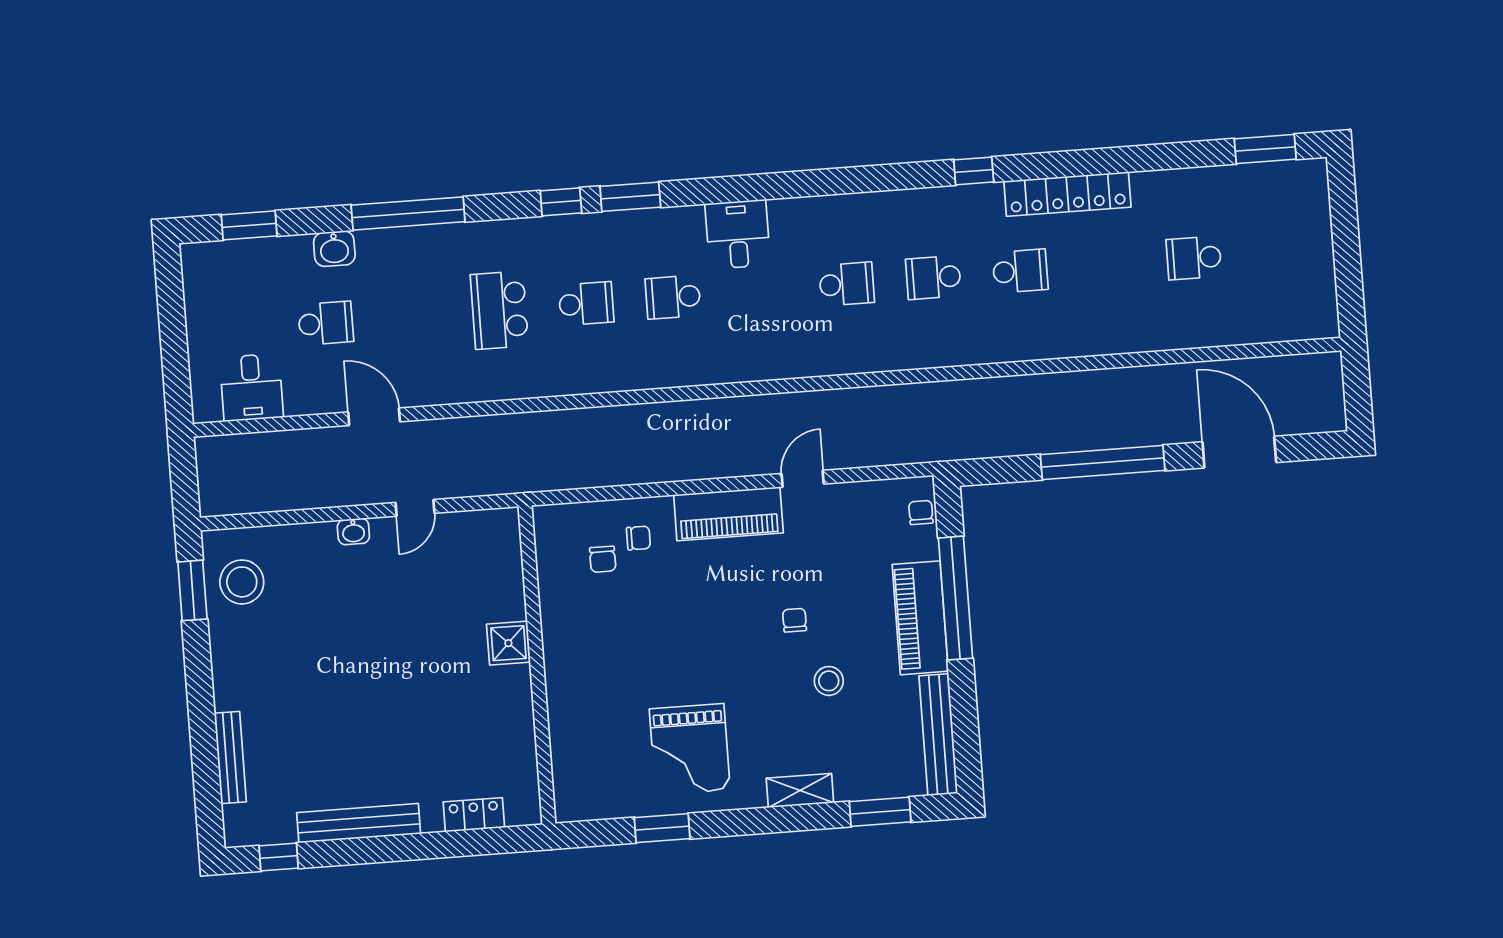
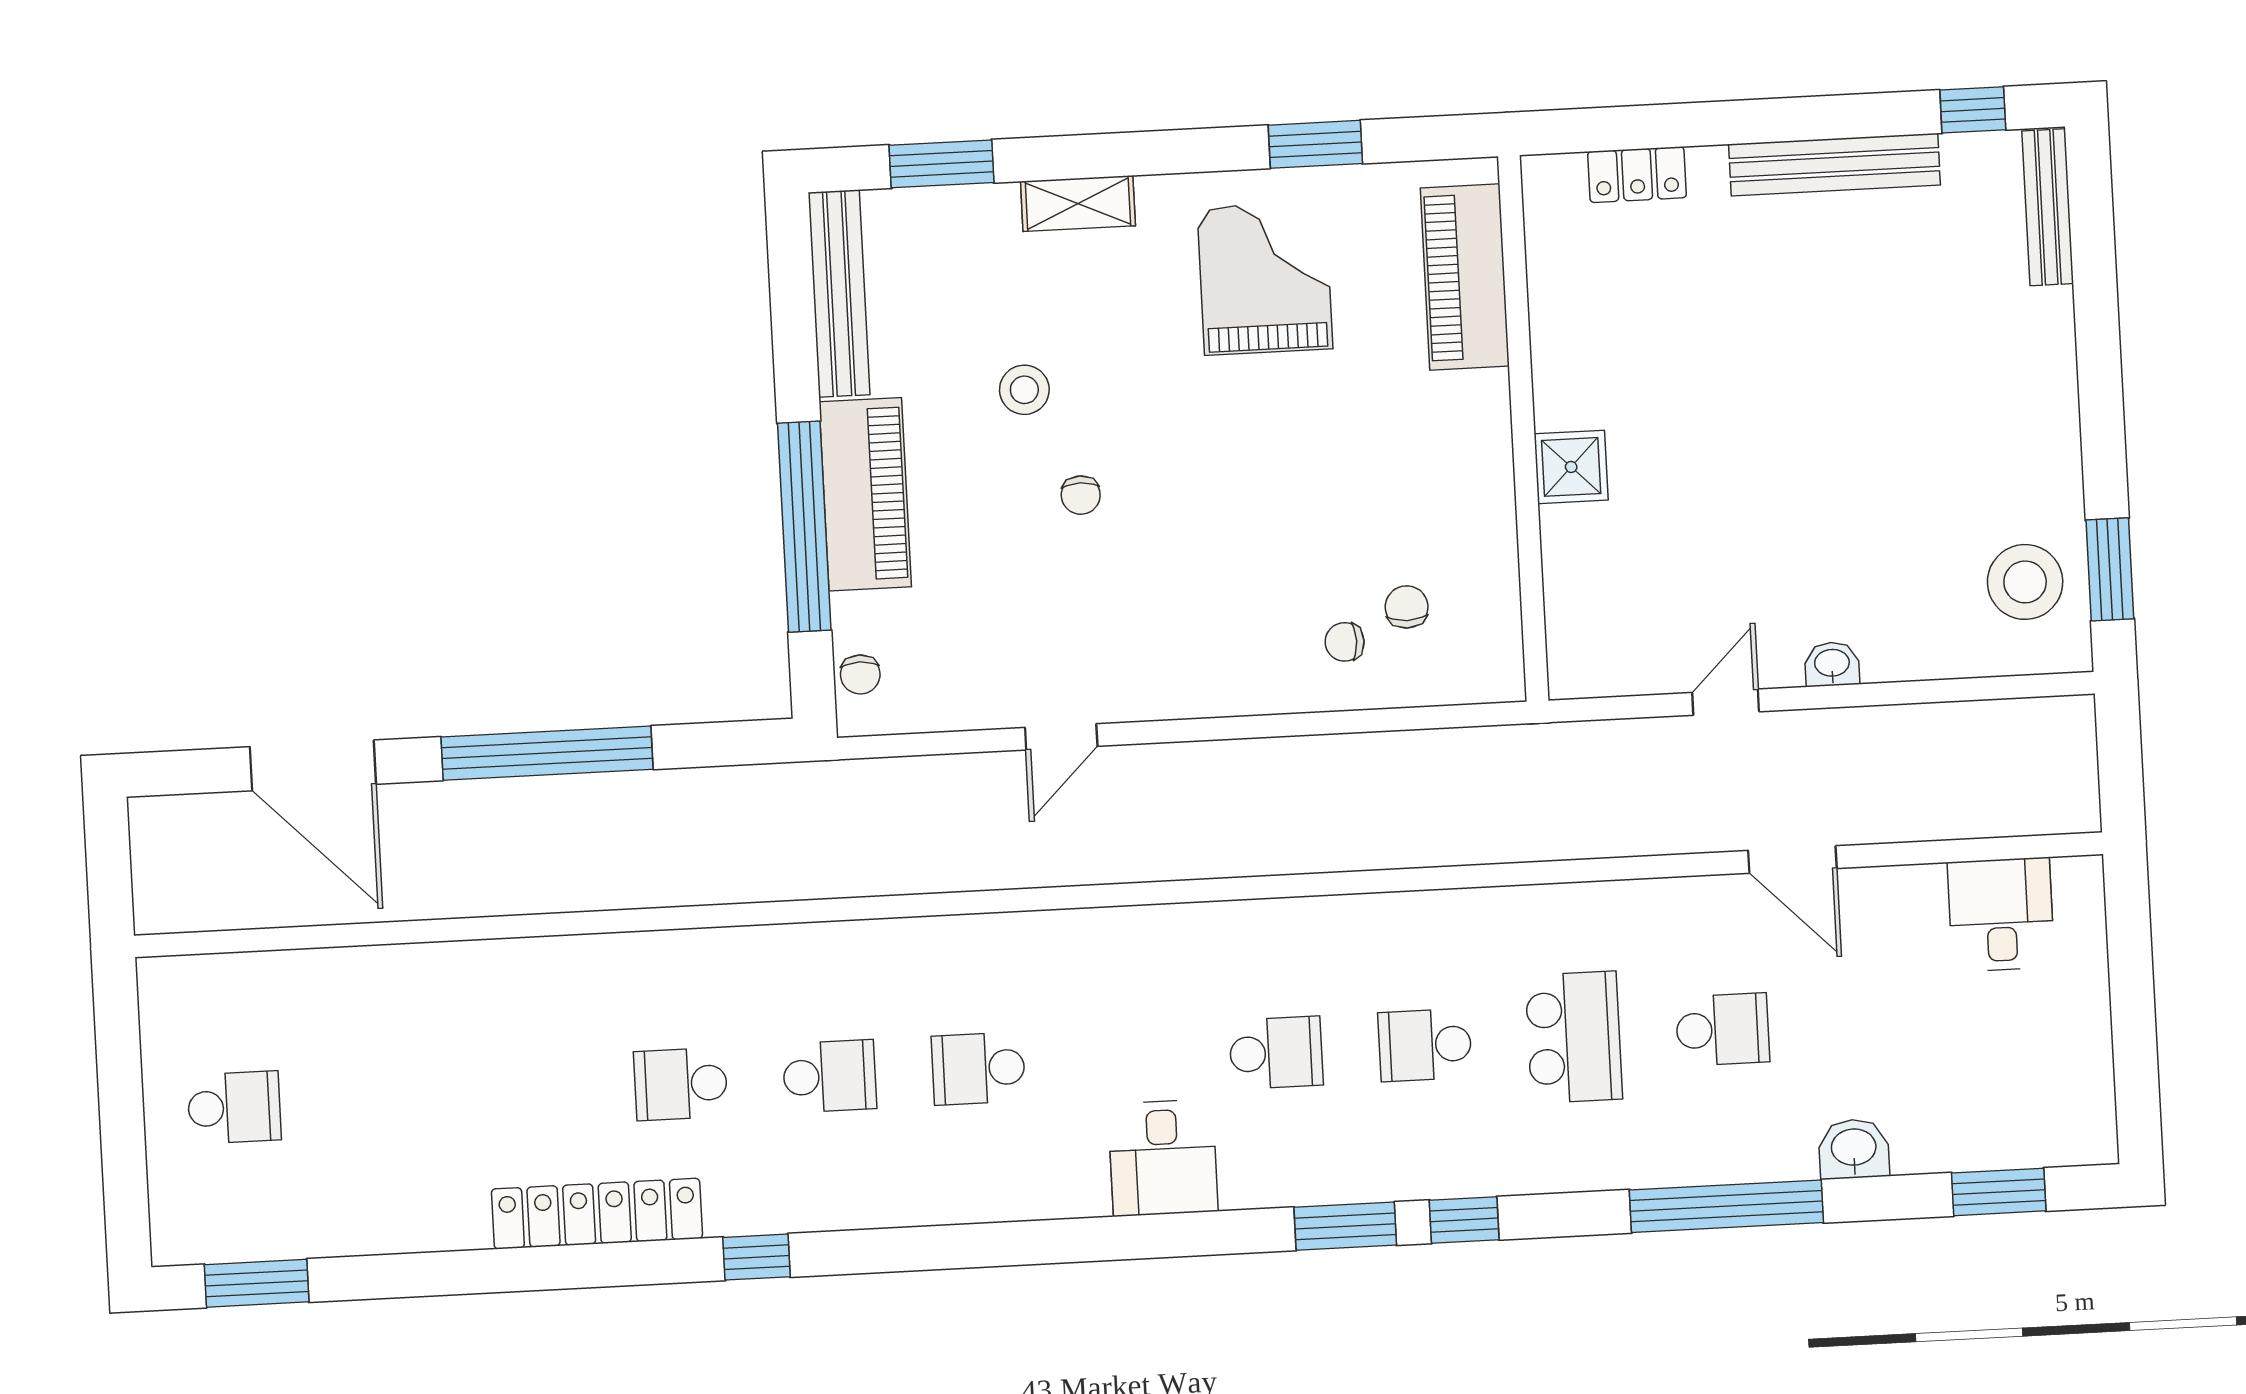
school desk: (1194, 258) -> (234, 1107), moved
school desk: (326, 323) -> (1723, 1029), moved, turned 180
piano: (728, 514) -> (1465, 277), moved, turned -90
bench: (230, 757) -> (2048, 207), moved

